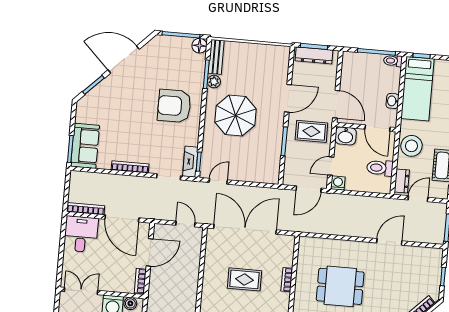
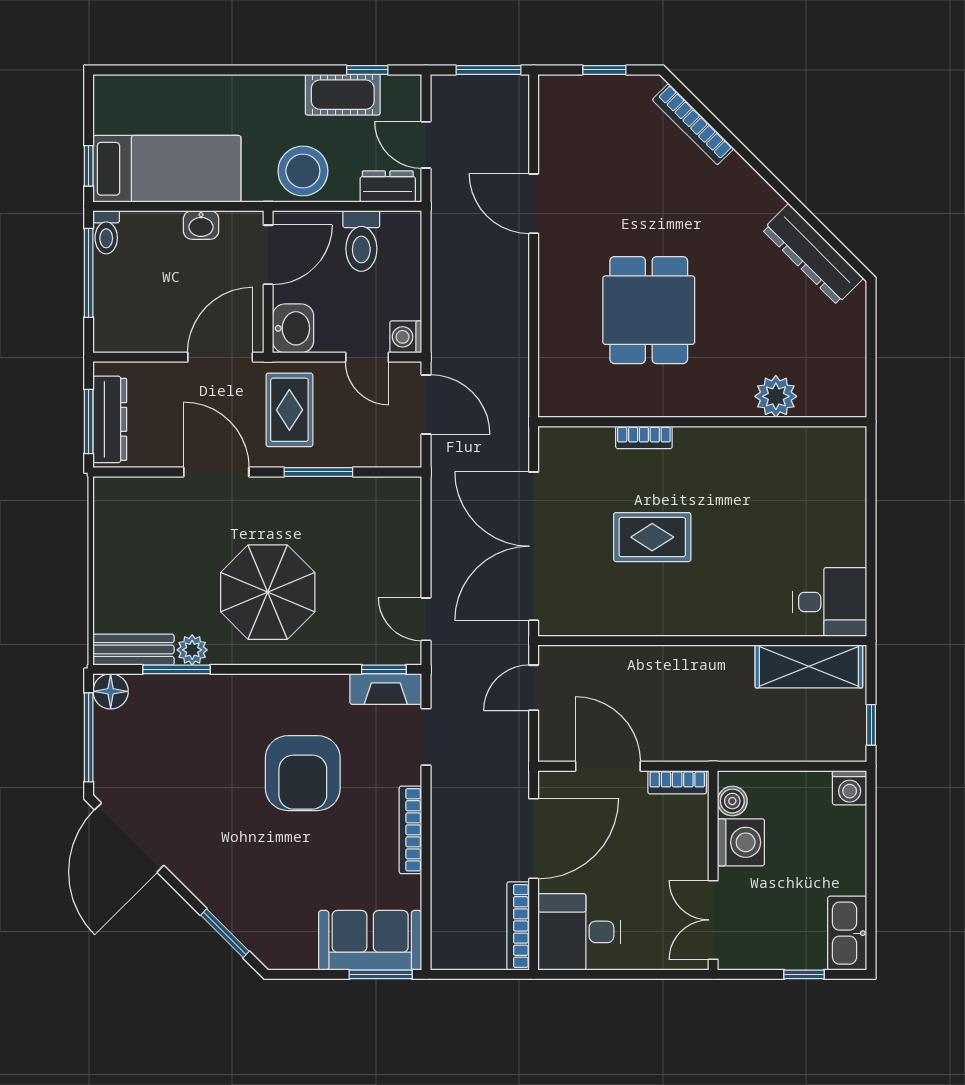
door: (124, 59) -> (129, 838), moved
armchair: (174, 106) -> (303, 773), moved
rug: (244, 279) -> (652, 537), turned 90

